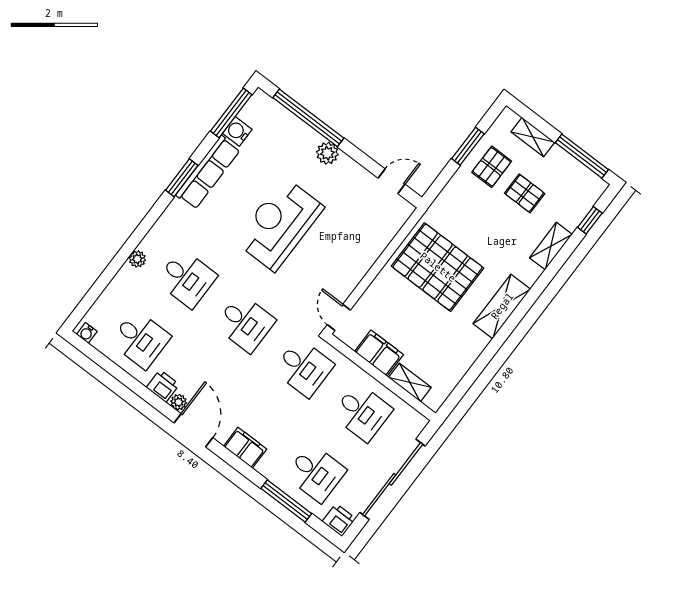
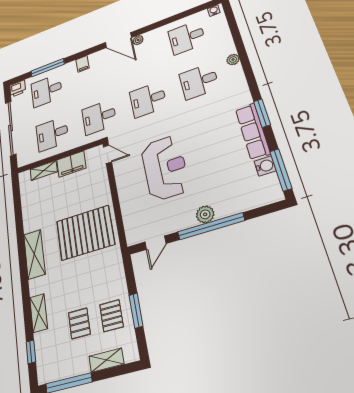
window: (308, 118) -> (211, 226), moved
pallet: (525, 193) -> (79, 323), turned 90
reception desk: (279, 224) -> (165, 168), moved
printer: (163, 386) -> (153, 36), removed
filing cabinet: (245, 448) -> (83, 64), width x0.50

